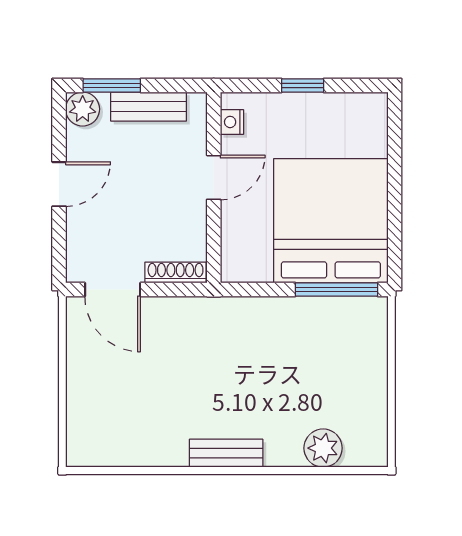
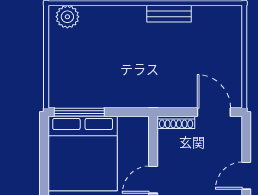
plant: (323, 448) -> (67, 17), moved
bench: (226, 453) -> (169, 14), moved

